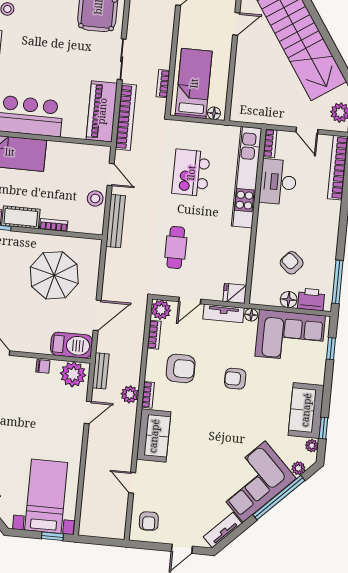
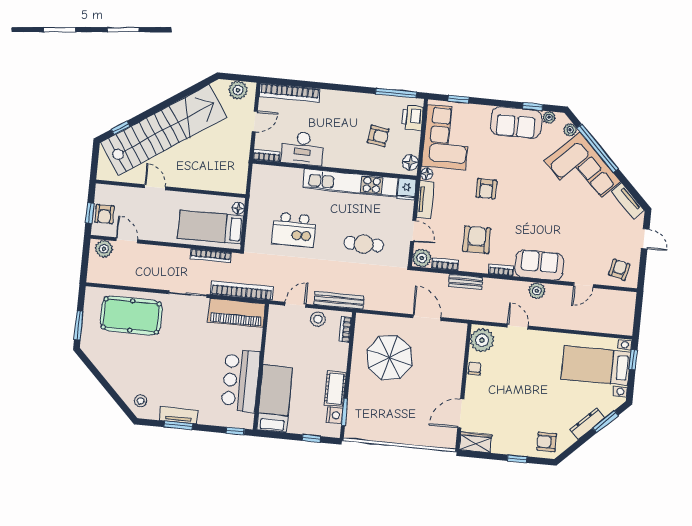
bookcase: (163, 84) -> (211, 256), width x1.56
kitchen unit: (247, 177) -> (350, 183), moved
bookcase: (54, 225) -> (345, 330), moved
armchair: (292, 263) -> (378, 136), turned -123
floor lamp: (289, 300) -> (410, 162), moved
barbecue: (71, 345) -> (455, 342), removed
bench: (101, 371) -> (466, 282), moved
plant: (130, 394) -> (537, 291), moved
armchair: (149, 521) -> (619, 270), turned -73

